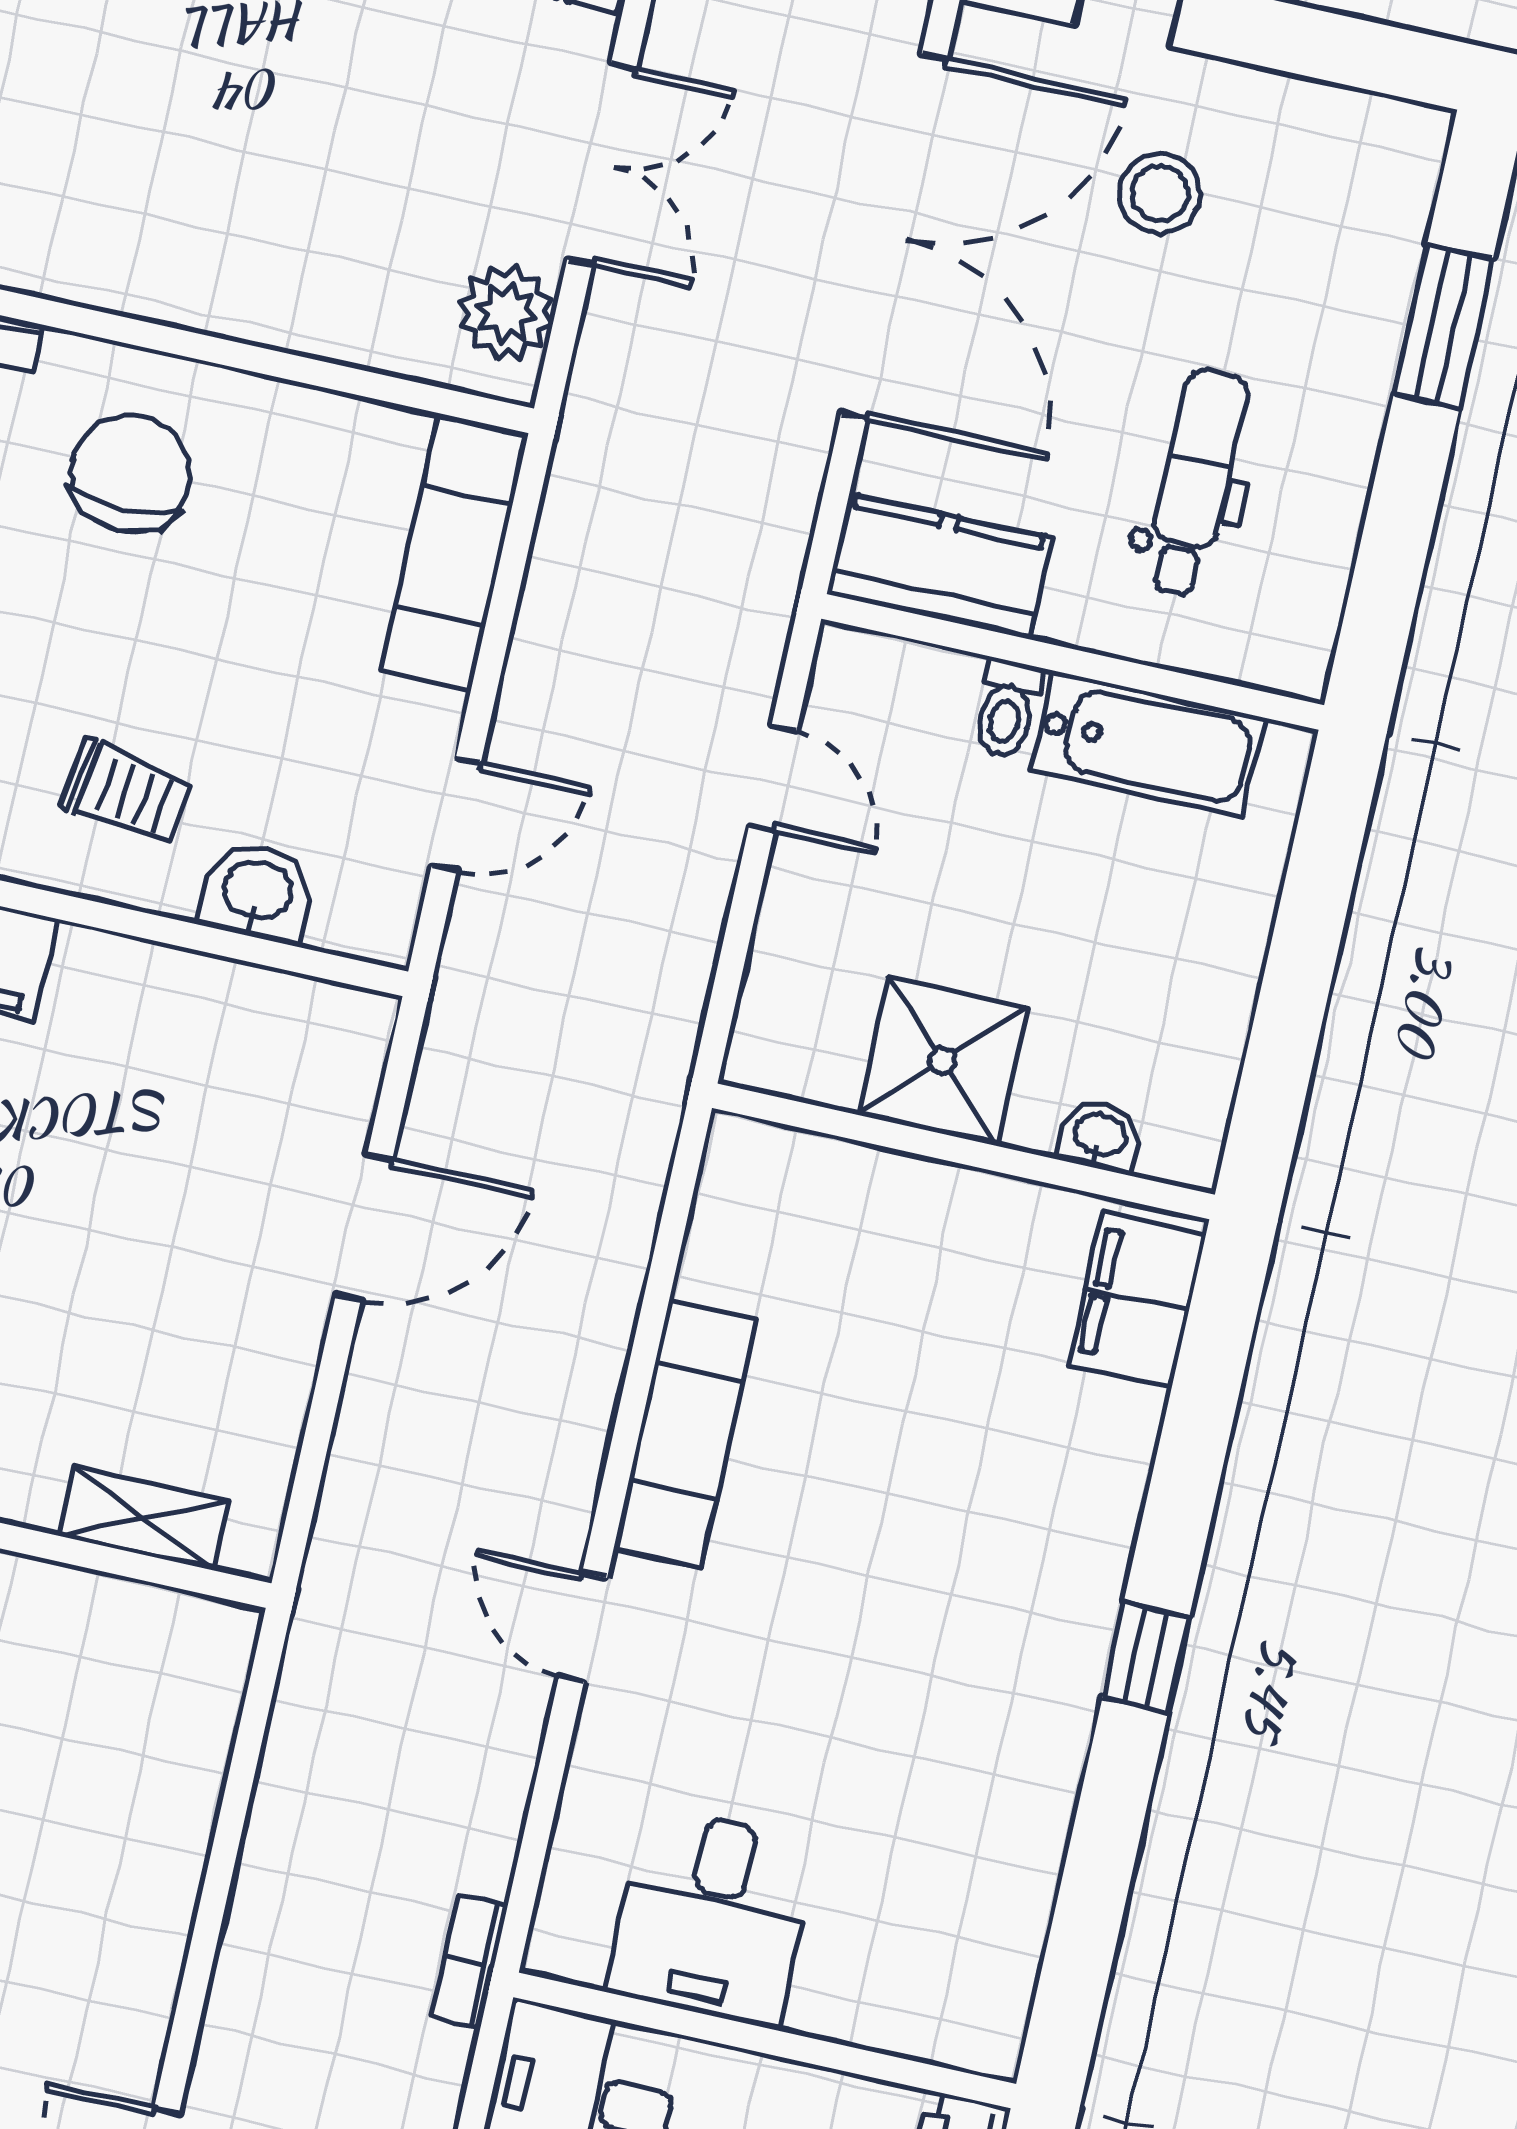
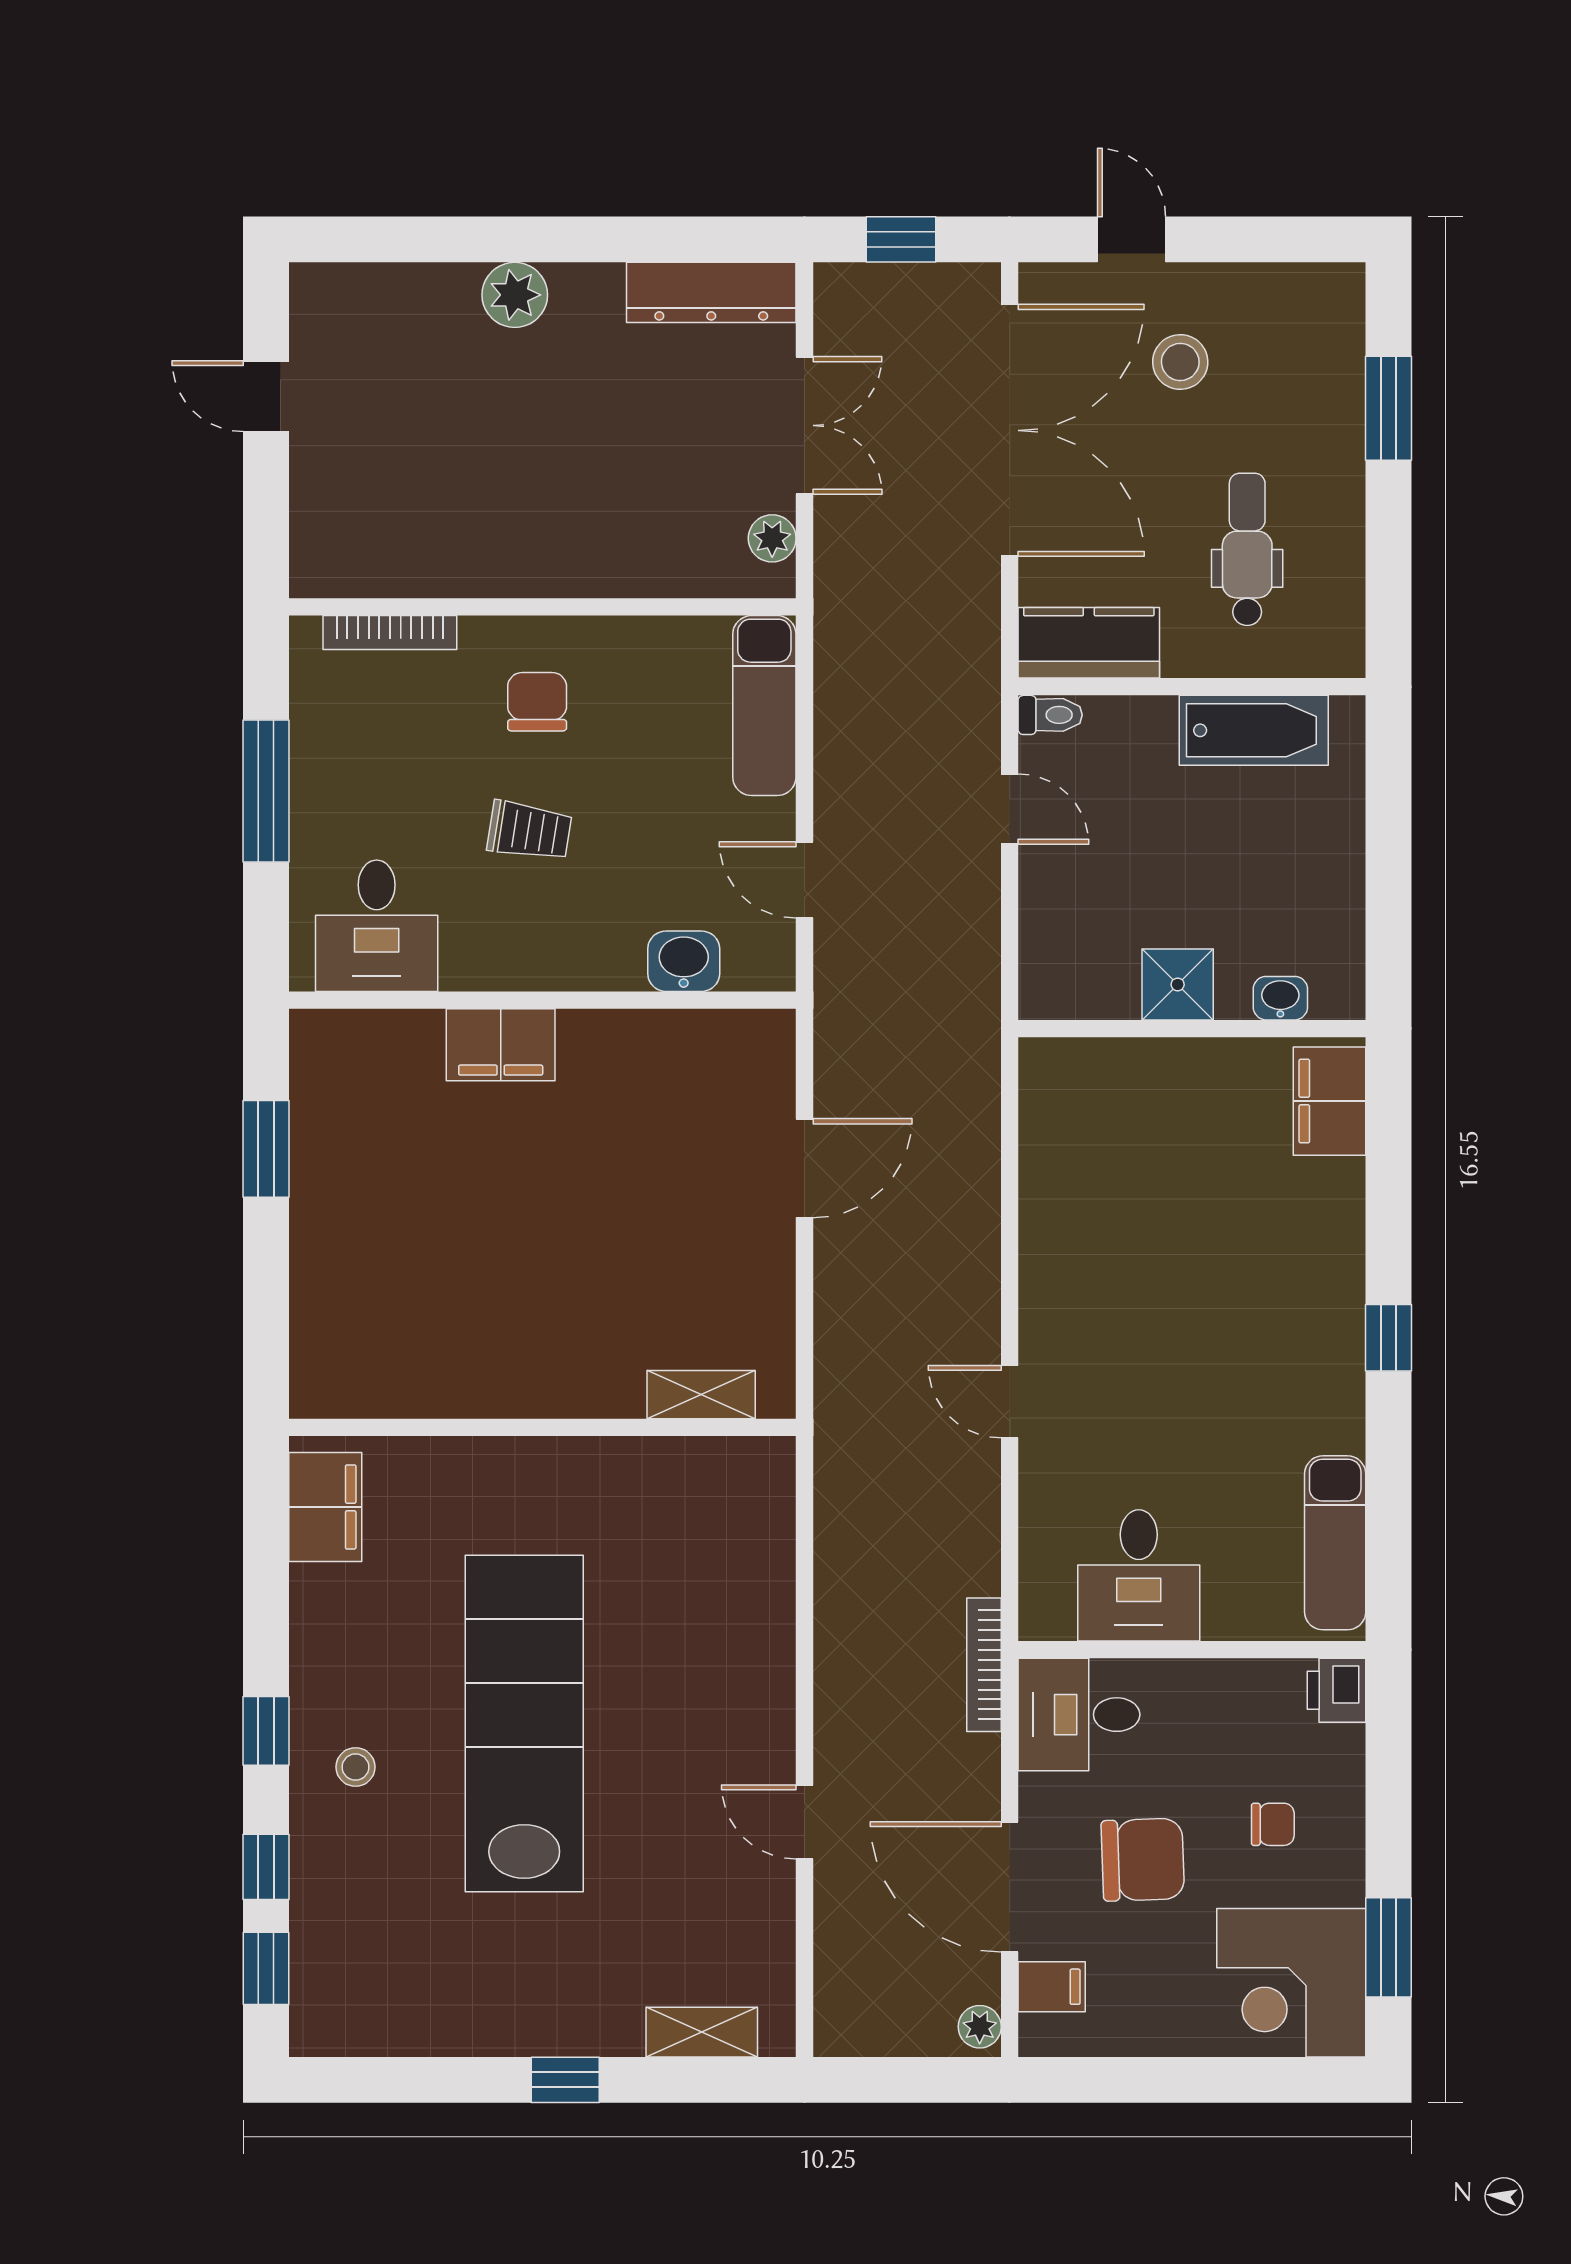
plant: (507, 312) -> (772, 538), width x0.73, depth x0.73
chair: (130, 474) -> (537, 702), width x0.73, depth x0.73
toilet: (1007, 708) -> (1050, 715), moved, turned -90
trolley: (127, 793) -> (529, 831), moved
door: (456, 815) -> (804, 880), swing flipped
shower: (943, 1061) -> (1178, 984), width x0.73, depth x0.73
exam couch: (685, 1434) -> (1335, 1543), moved, turned 180
bookcase: (470, 1961) -> (984, 1665), width x1.56

